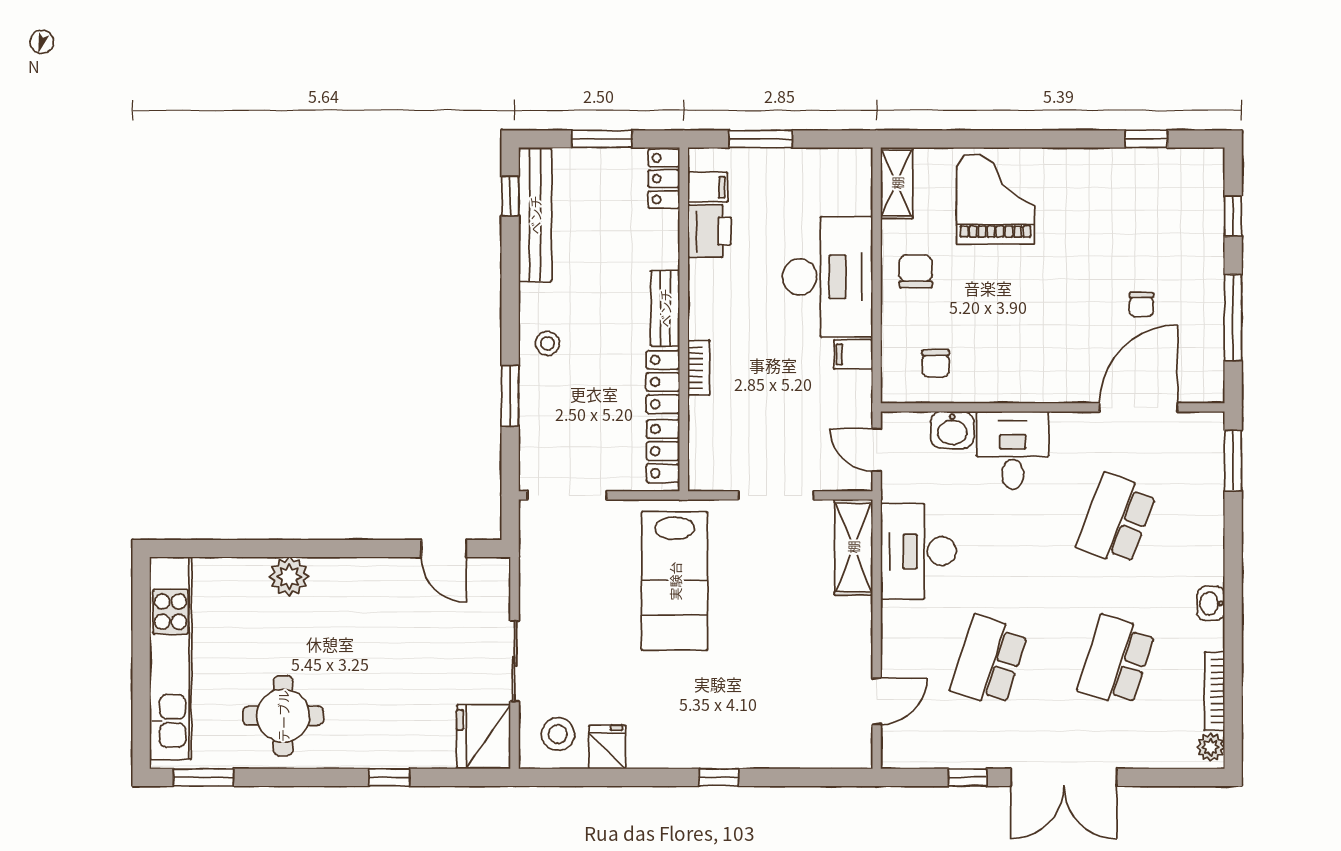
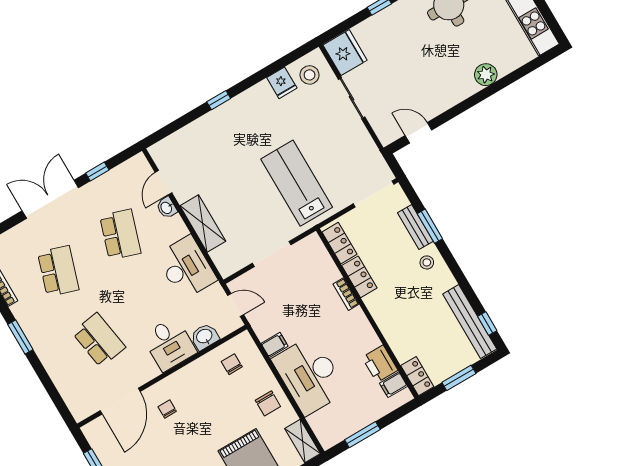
window: (761, 139) -> (362, 435), moved
chair: (1141, 305) -> (167, 409), moved
bench: (665, 308) -> (415, 227), moved
window: (1233, 461) -> (20, 337), moved
school desk: (1116, 519) -> (99, 340), turned -30
shelving: (853, 547) -> (203, 224), moved
washbasin: (1211, 603) -> (167, 208), moved, turned 180

